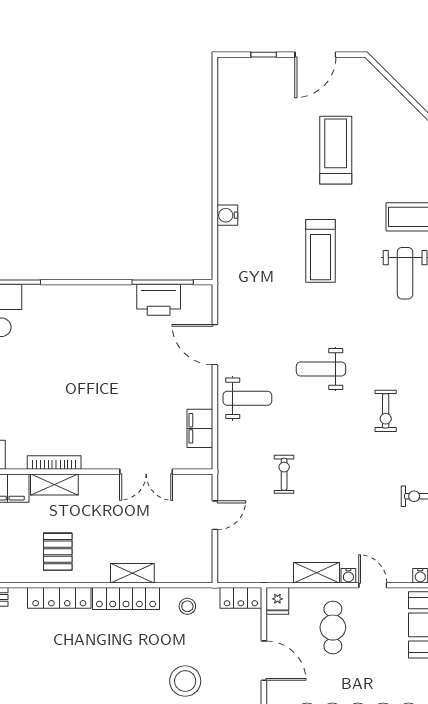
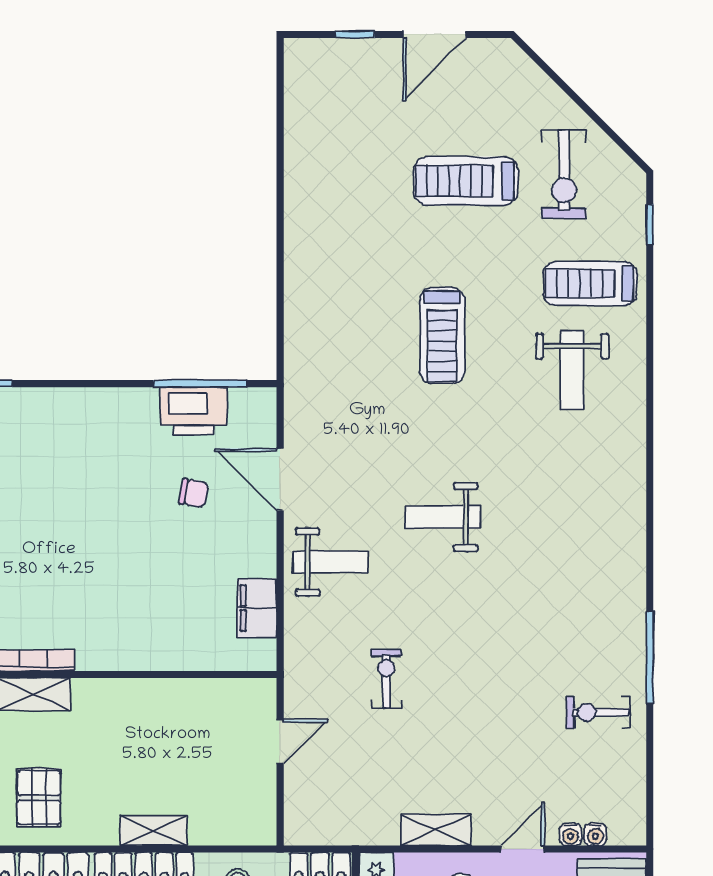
treadmill: (336, 150) -> (466, 181), turned -90
water cooler: (227, 215) -> (299, 281), removed
chair: (159, 353) -> (194, 493), added
exercise bike: (386, 411) -> (564, 174), moved, width x1.38, depth x1.39
double door: (146, 472) -> (174, 674), removed
water cooler: (348, 576) -> (570, 834), moved
door: (373, 585) -> (523, 849), hinge flipped

